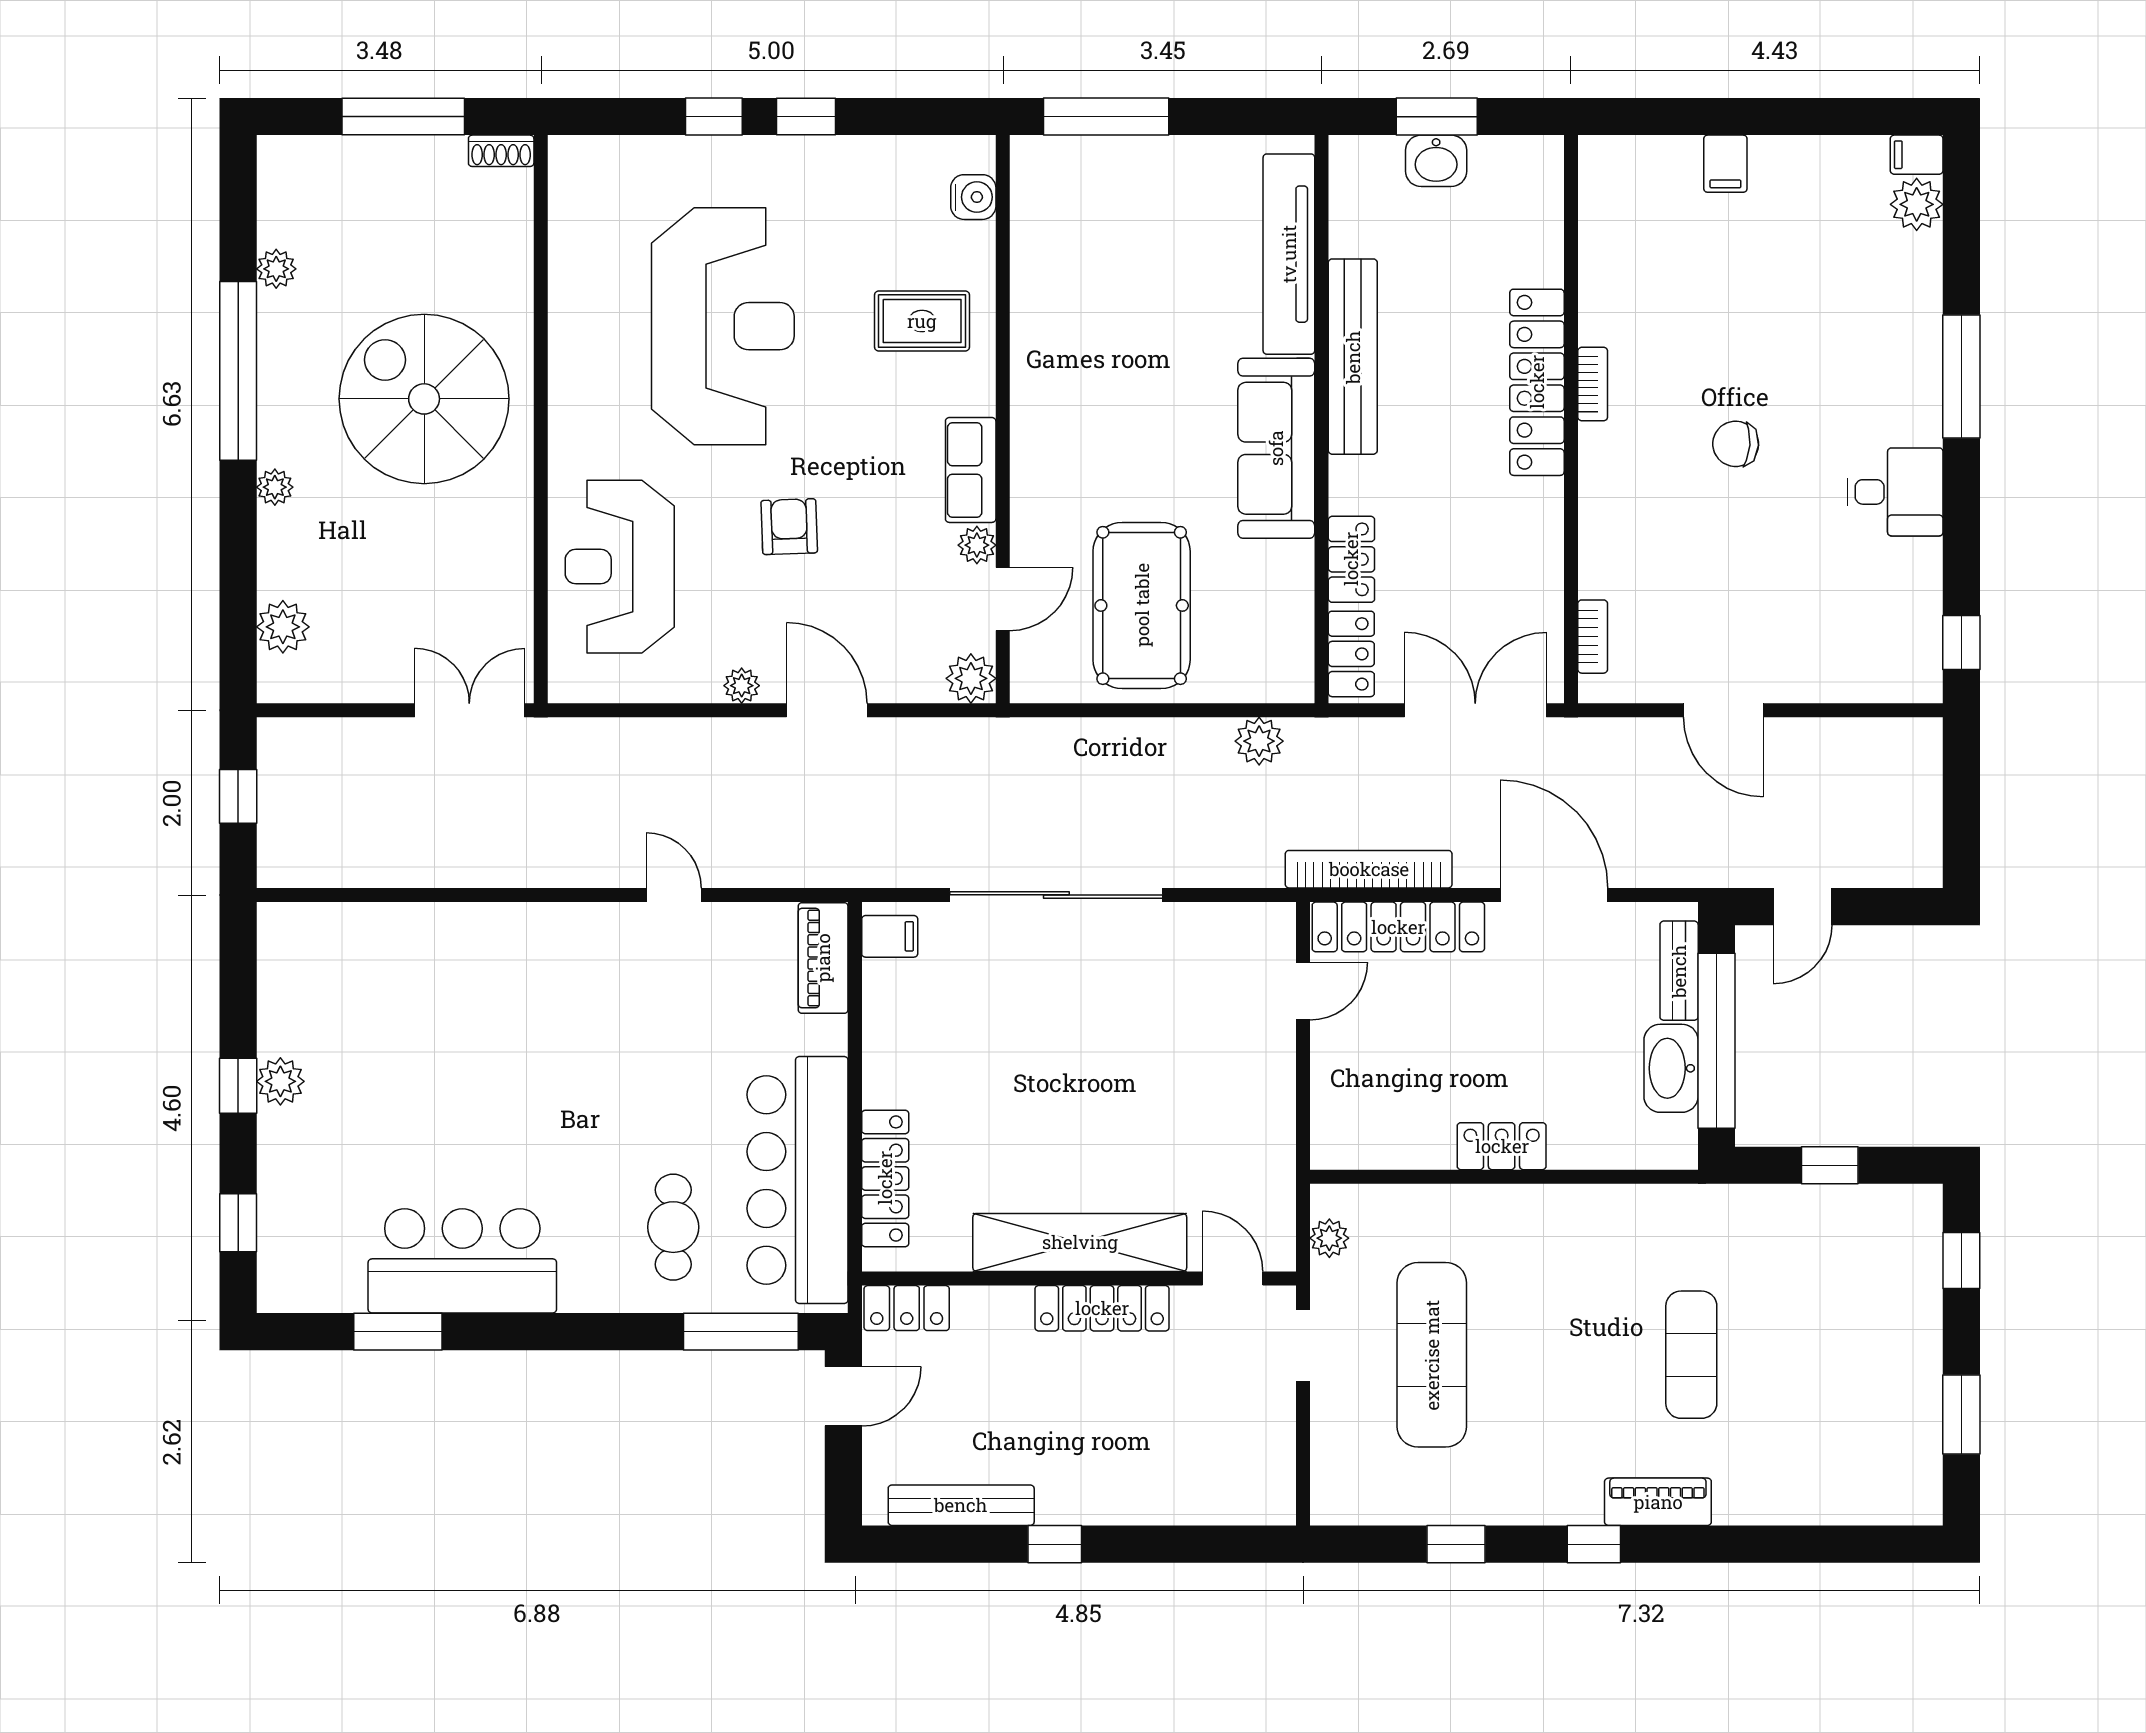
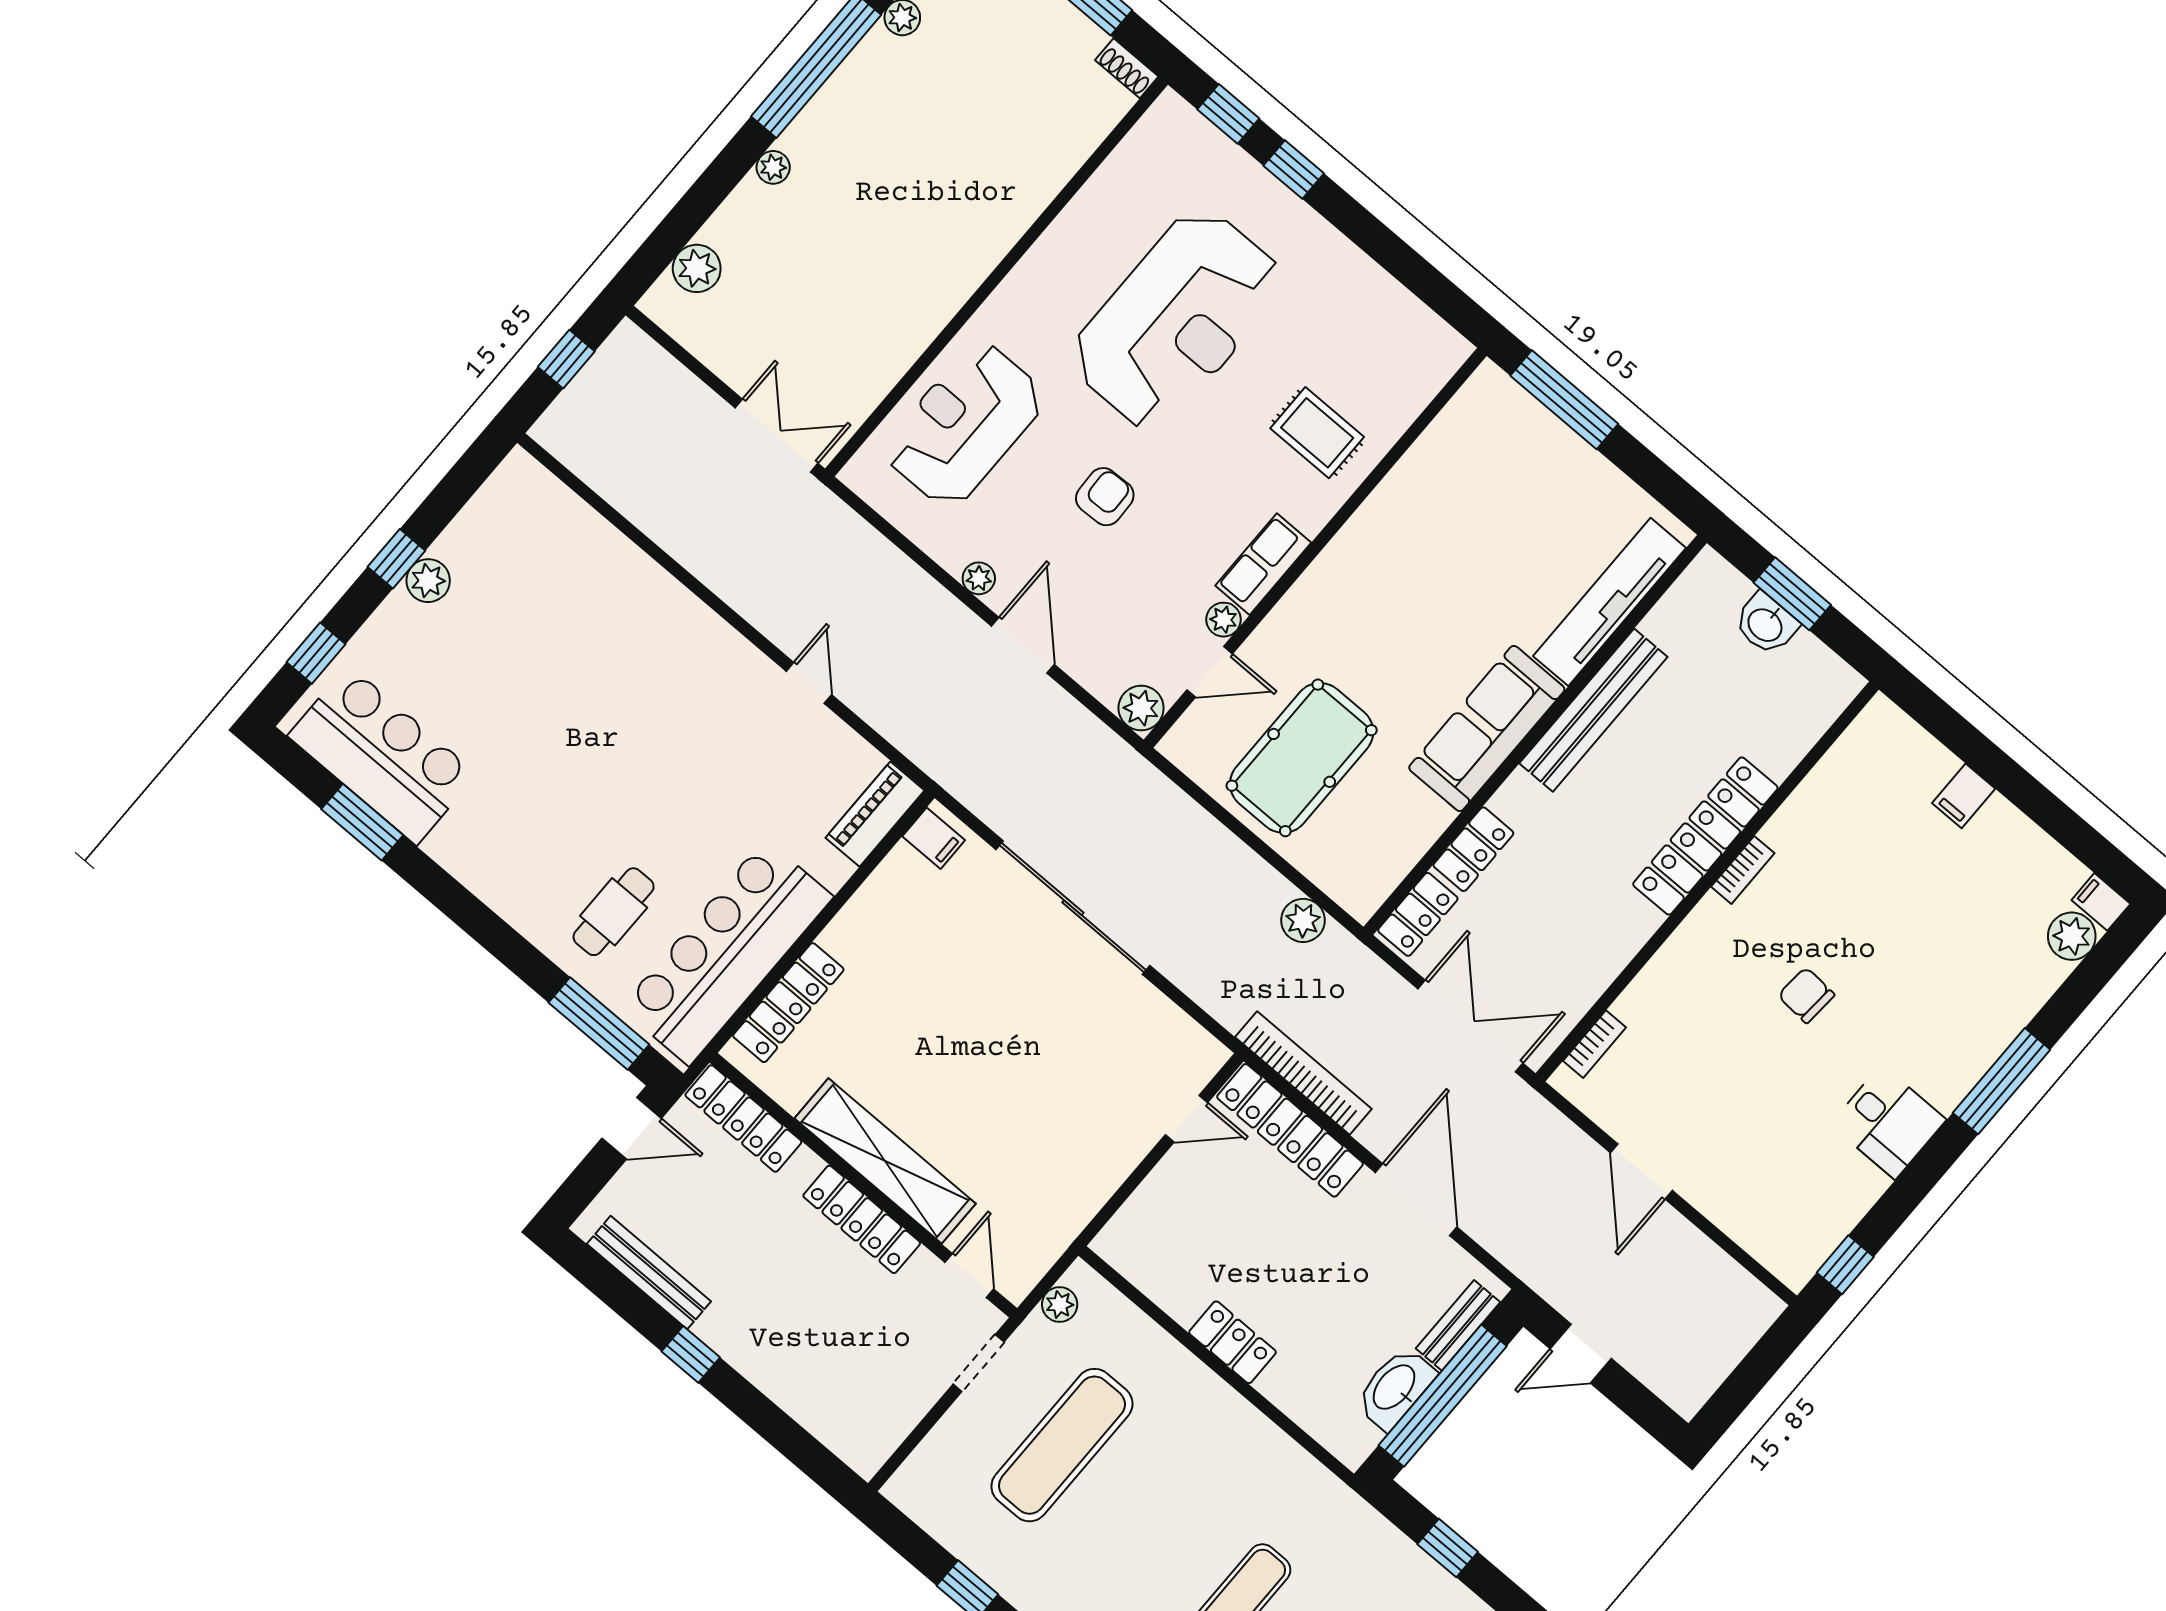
window: (806, 117) -> (1228, 114), moved
water cooler: (973, 197) -> (1425, 377), removed
spiral stairs: (424, 399) -> (928, 194), removed
bar counter: (462, 1261) -> (382, 755), moved
locker: (907, 1308) -> (743, 1118), width x1.53

